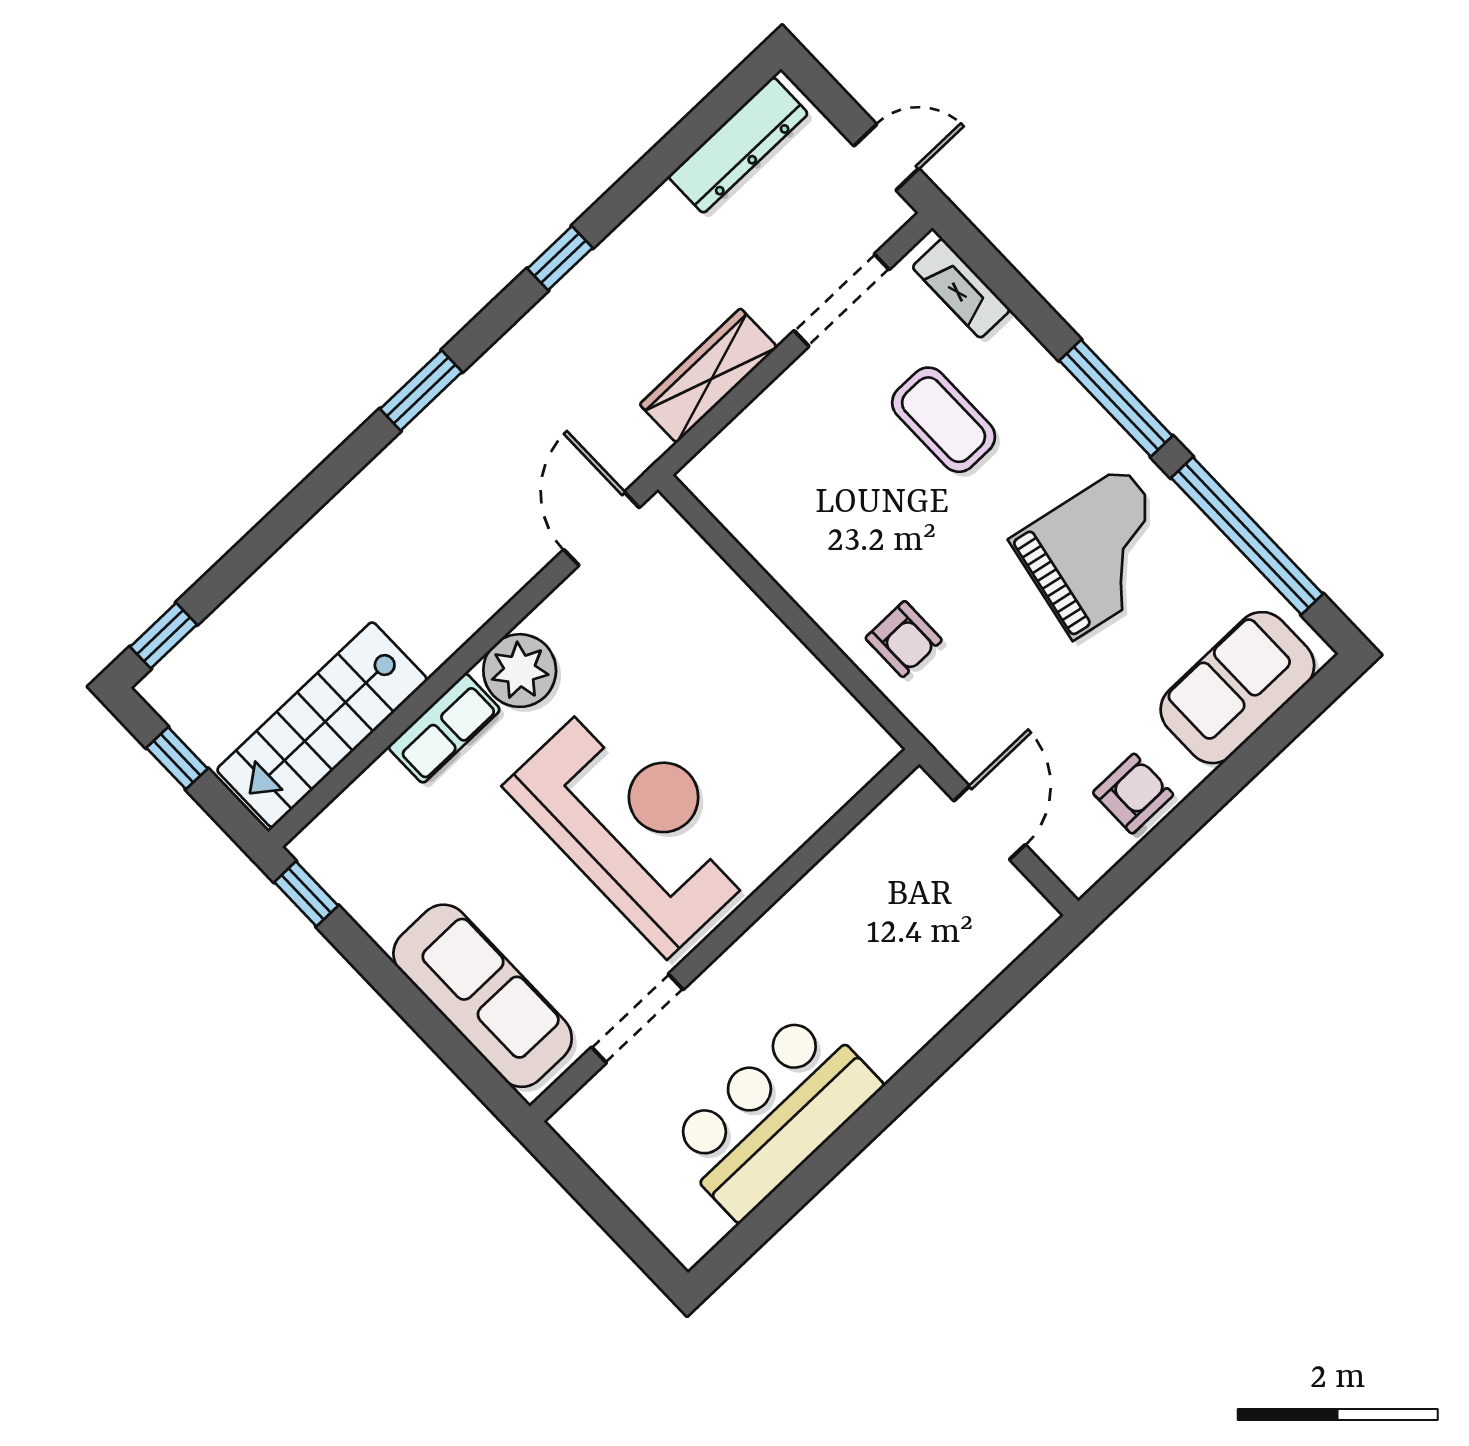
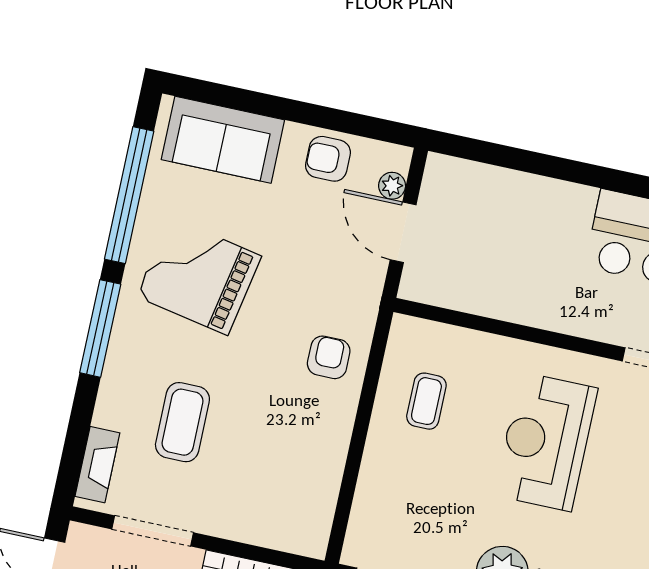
coffee table: (777, 717) -> (426, 401), added
reception desk: (636, 823) -> (546, 442), width x0.74, depth x0.77
door: (990, 823) -> (403, 232), hinge flipped
plant: (1052, 846) -> (392, 186), added

